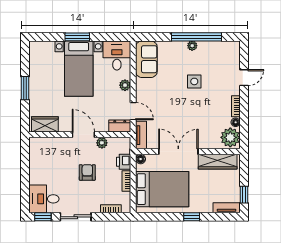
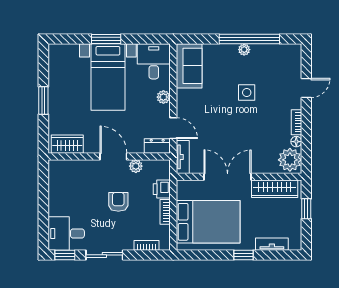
floor lamp: (141, 159) -> (182, 186), removed
window: (244, 195) -> (306, 209), moved
tv unit: (227, 208) -> (272, 244), moved

